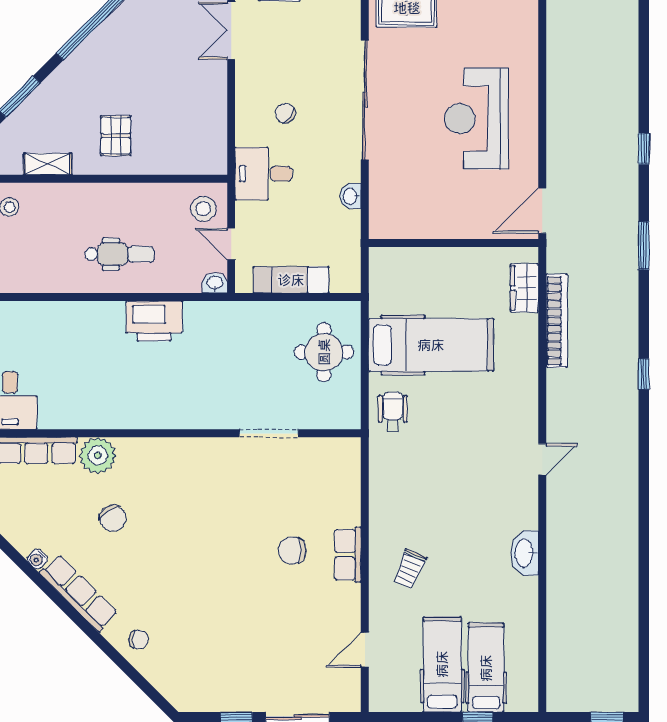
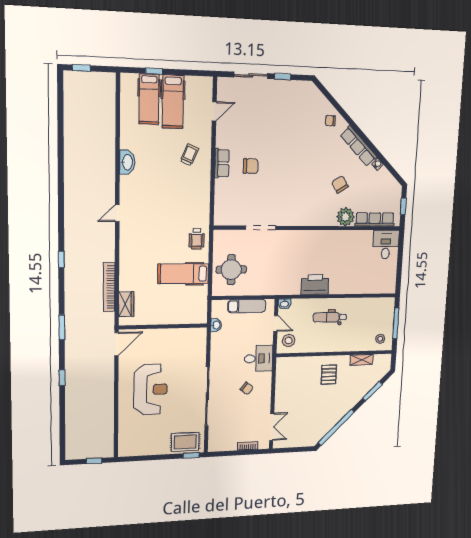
washbasin: (351, 196) -> (216, 325), moved
hospital bed: (431, 345) -> (183, 274), width x0.73, depth x0.78

